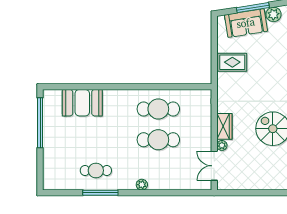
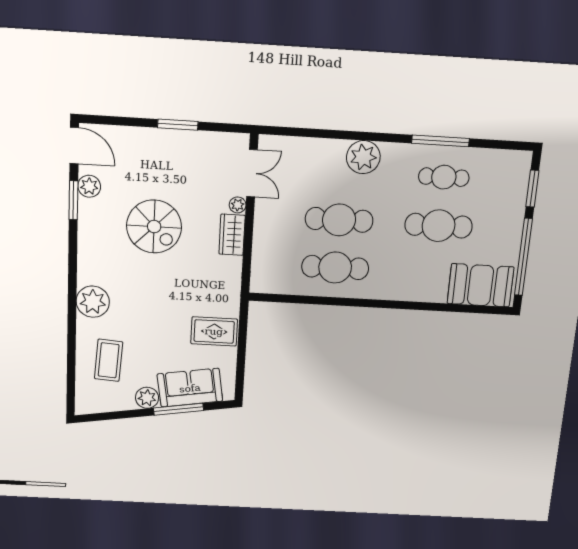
booth: (82, 103) -> (480, 285), moved
cafe table: (96, 140) -> (439, 226), added
window: (40, 167) -> (532, 189), added
plant: (142, 185) -> (363, 157), width x1.88, depth x1.88
window: (261, 193) -> (178, 125), added

